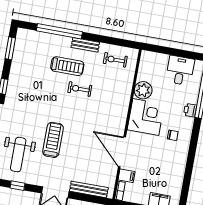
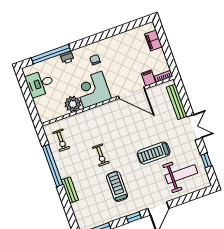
window: (59, 31) -> (53, 166), moved
bench: (85, 45) -> (70, 190), moved
treadmill: (67, 66) -> (117, 186), moved
door: (122, 152) -> (132, 93), hinge flipped

